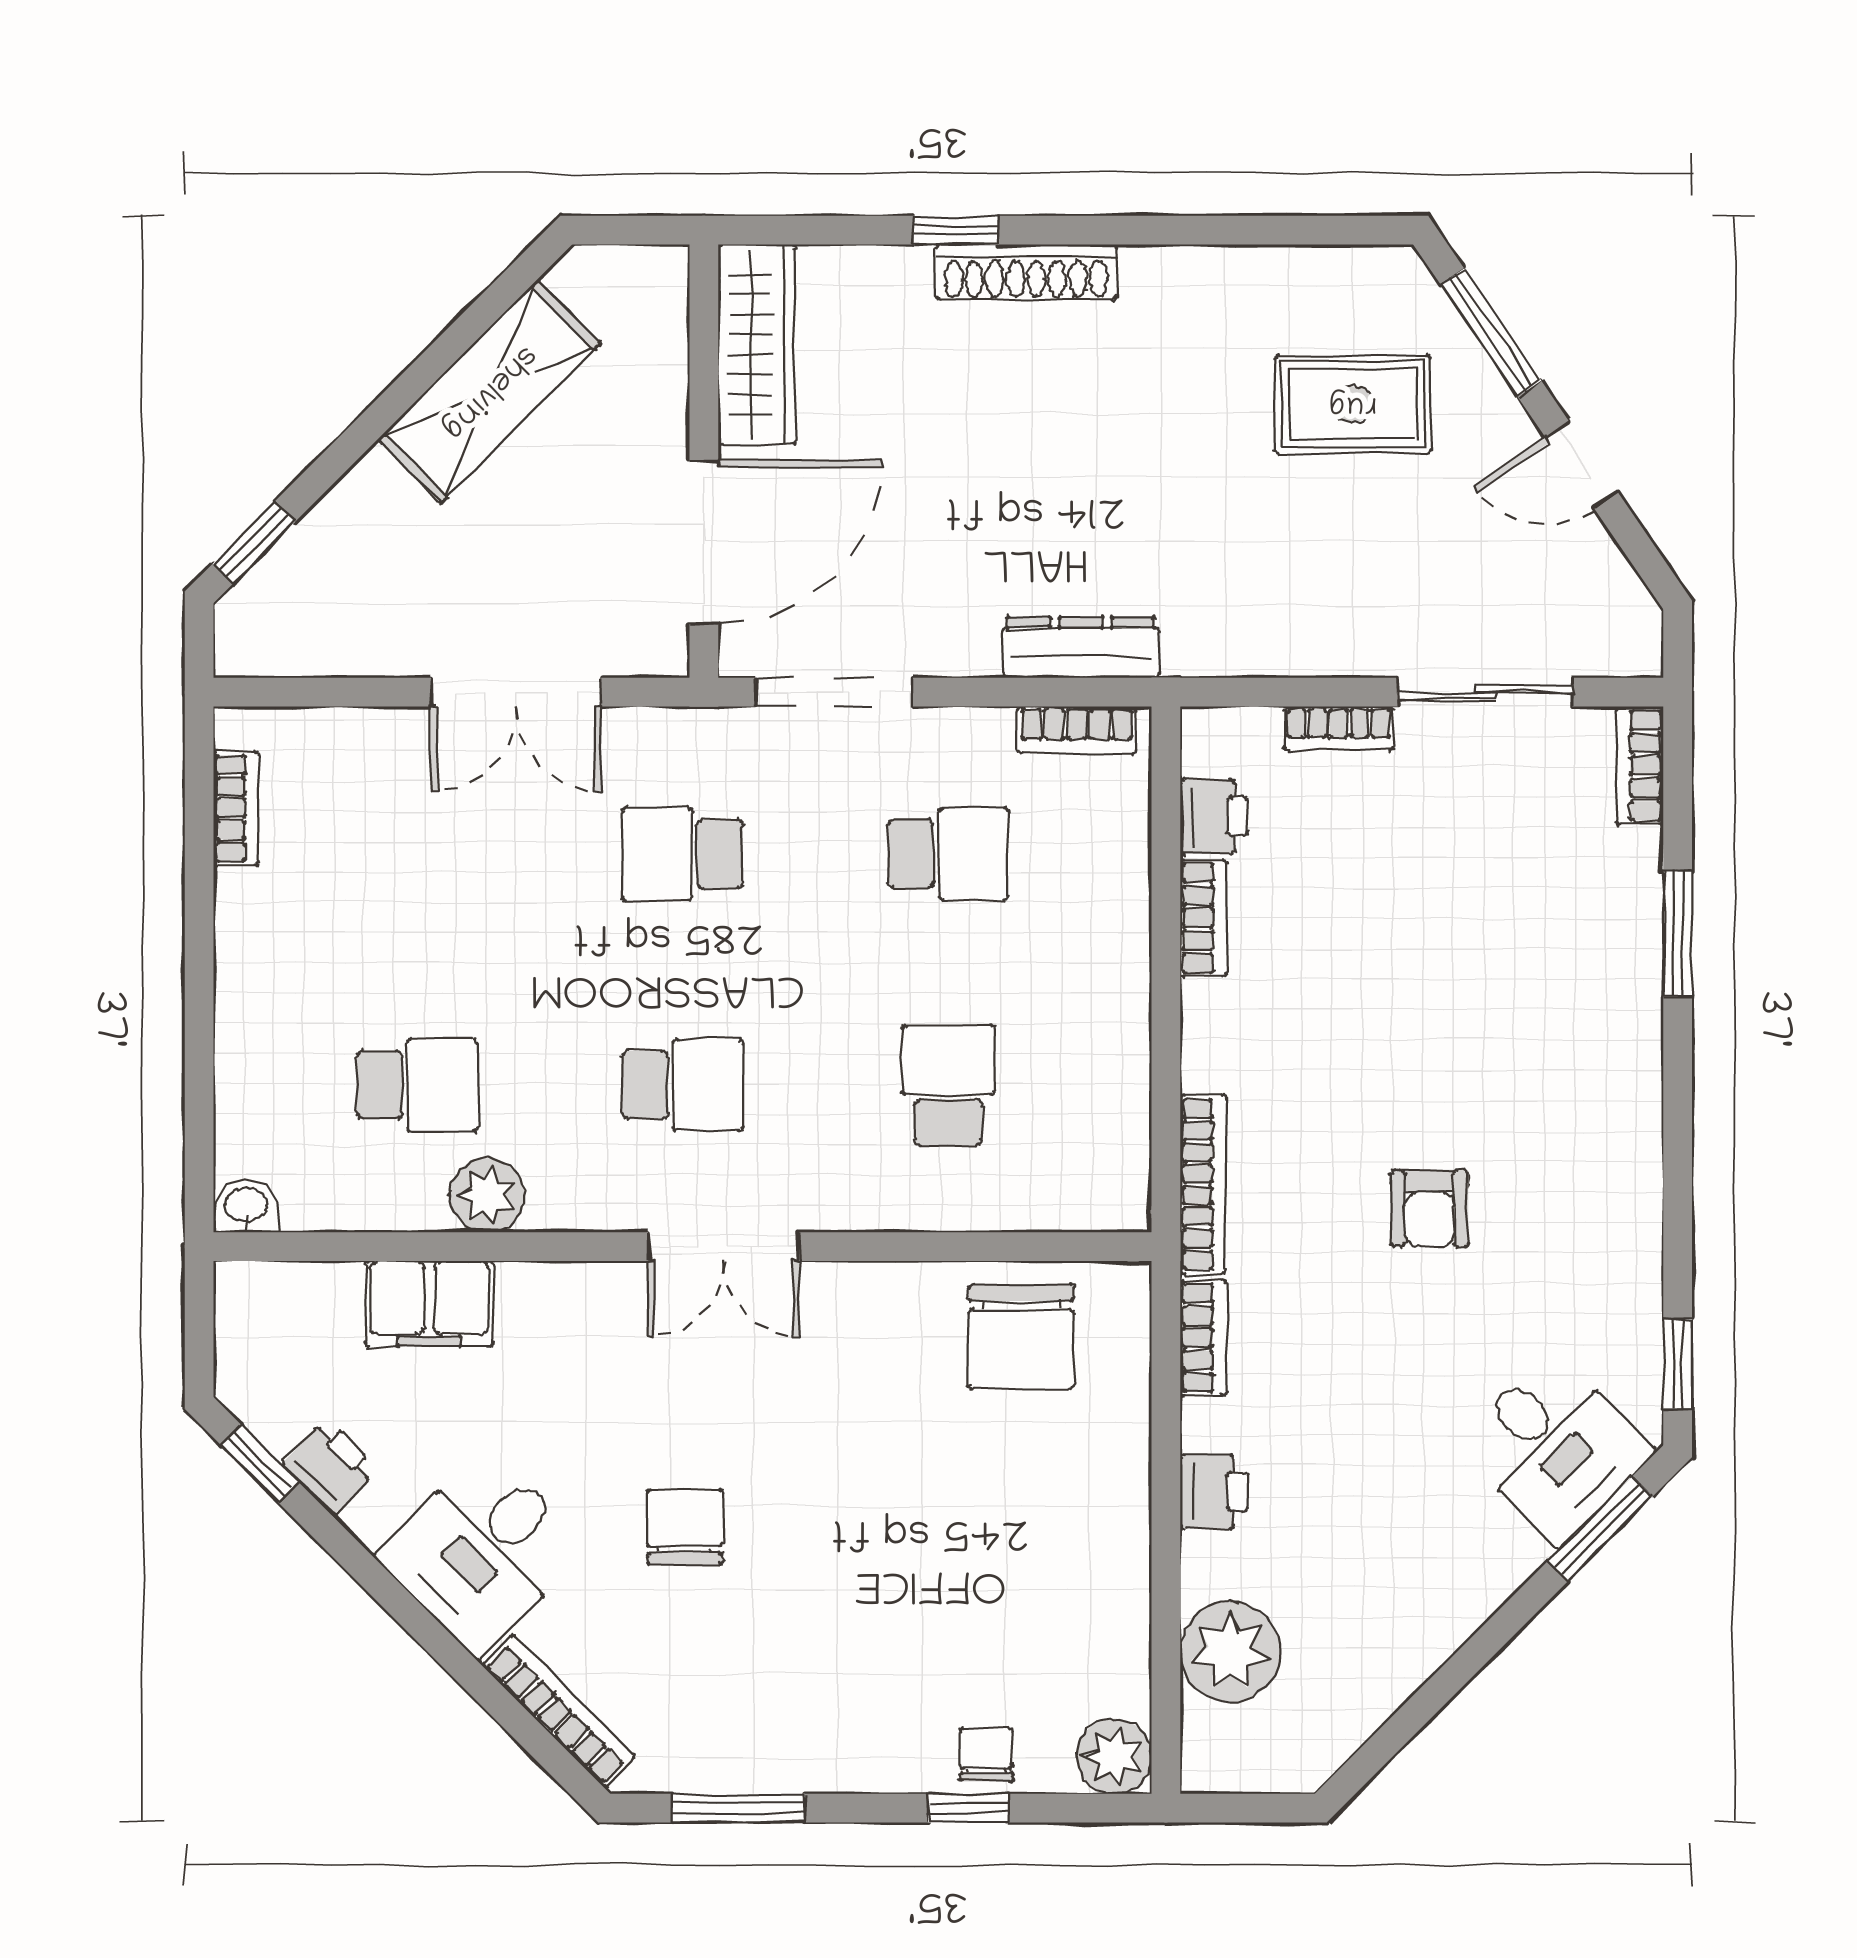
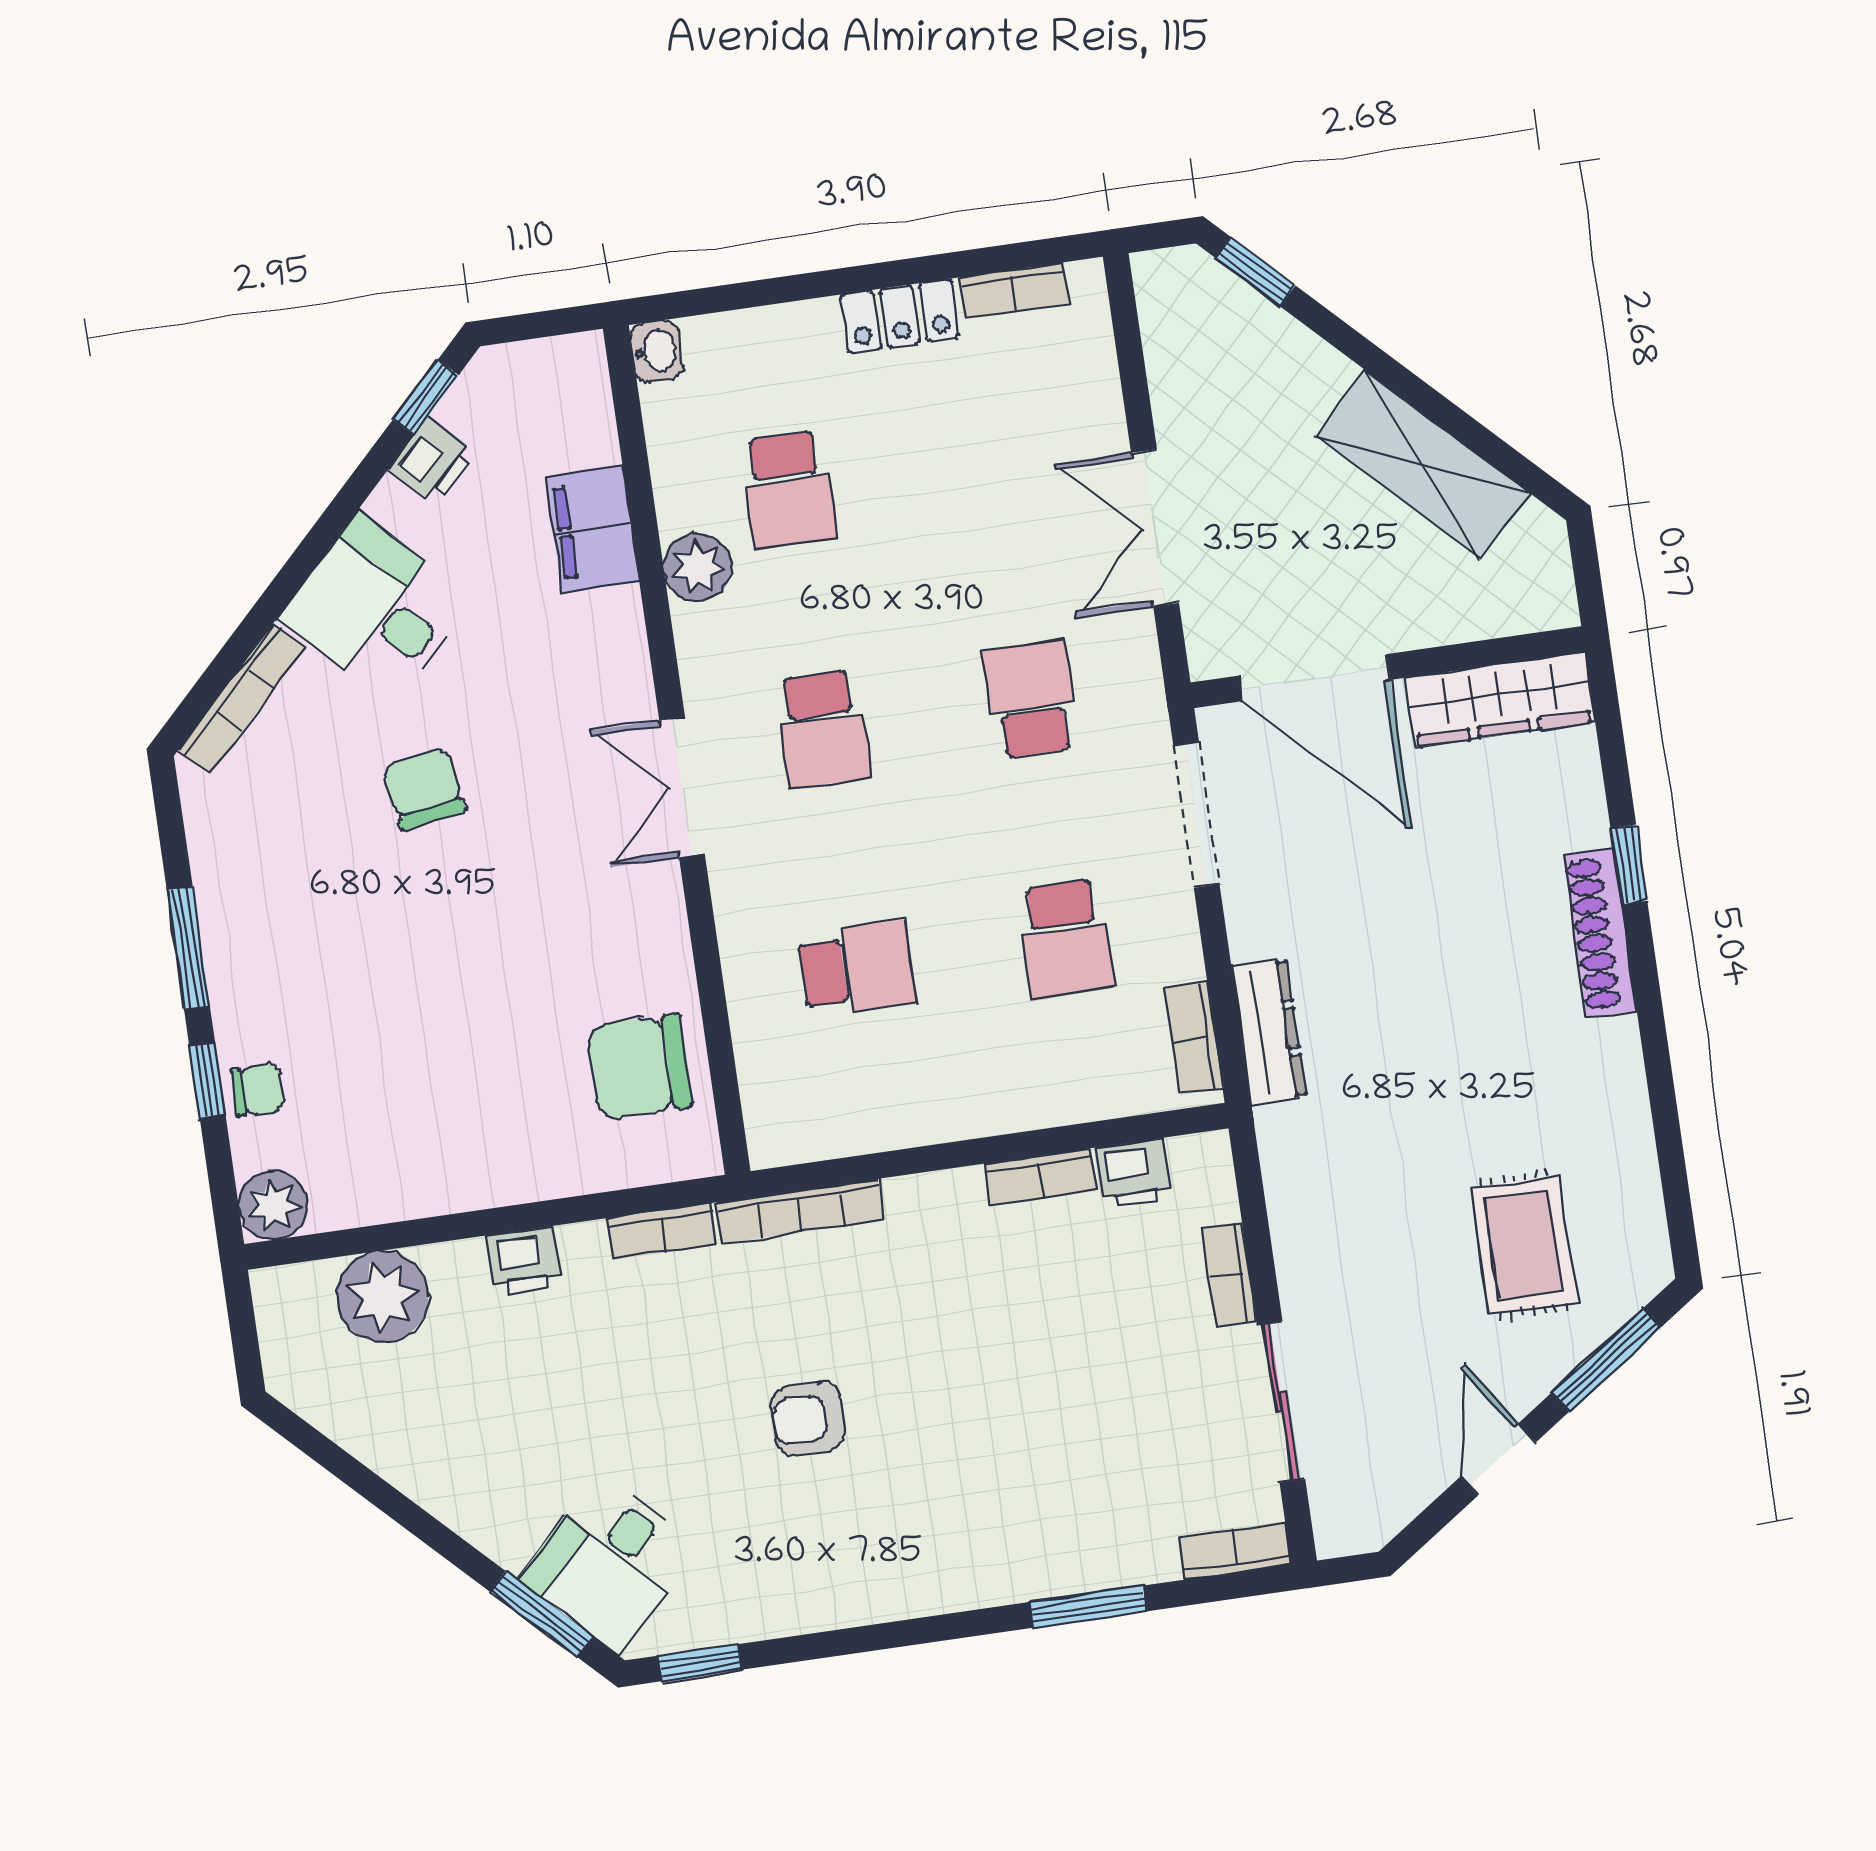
locker: (246, 936) -> (900, 316), added
chair: (685, 1527) -> (424, 788), turned -100
window: (739, 1808) -> (188, 948), moved

